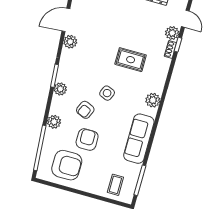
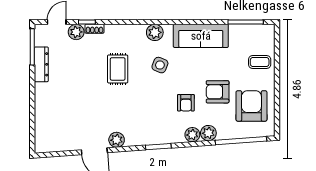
plant: (60, 89) -> (192, 135), moved
side table: (107, 93) -> (160, 65), moved
armchair: (85, 110) -> (186, 103), turned 67
coffee table: (115, 185) -> (260, 62), moved

